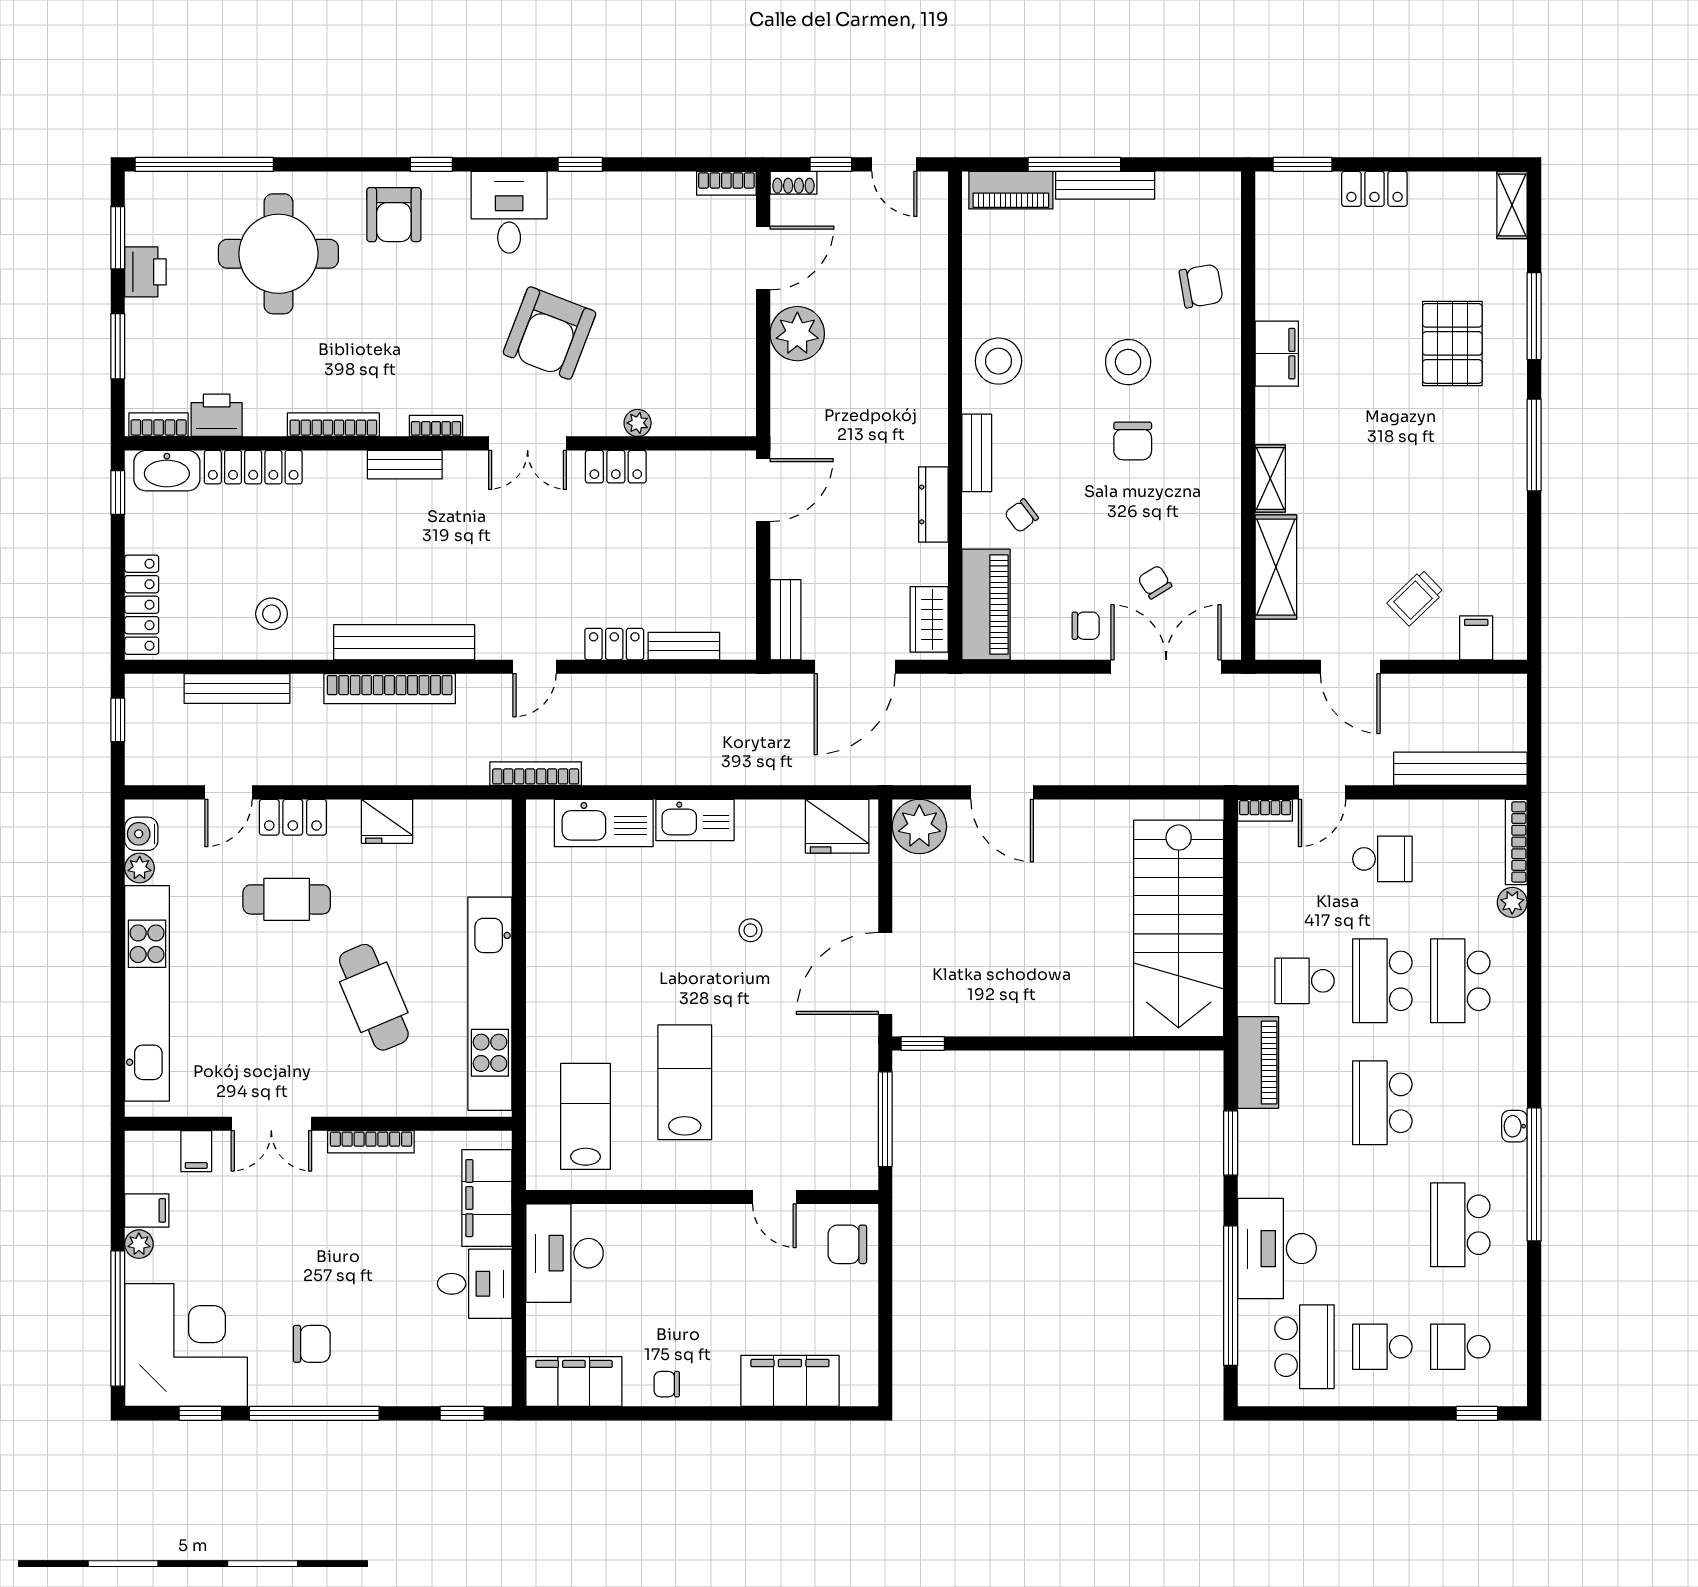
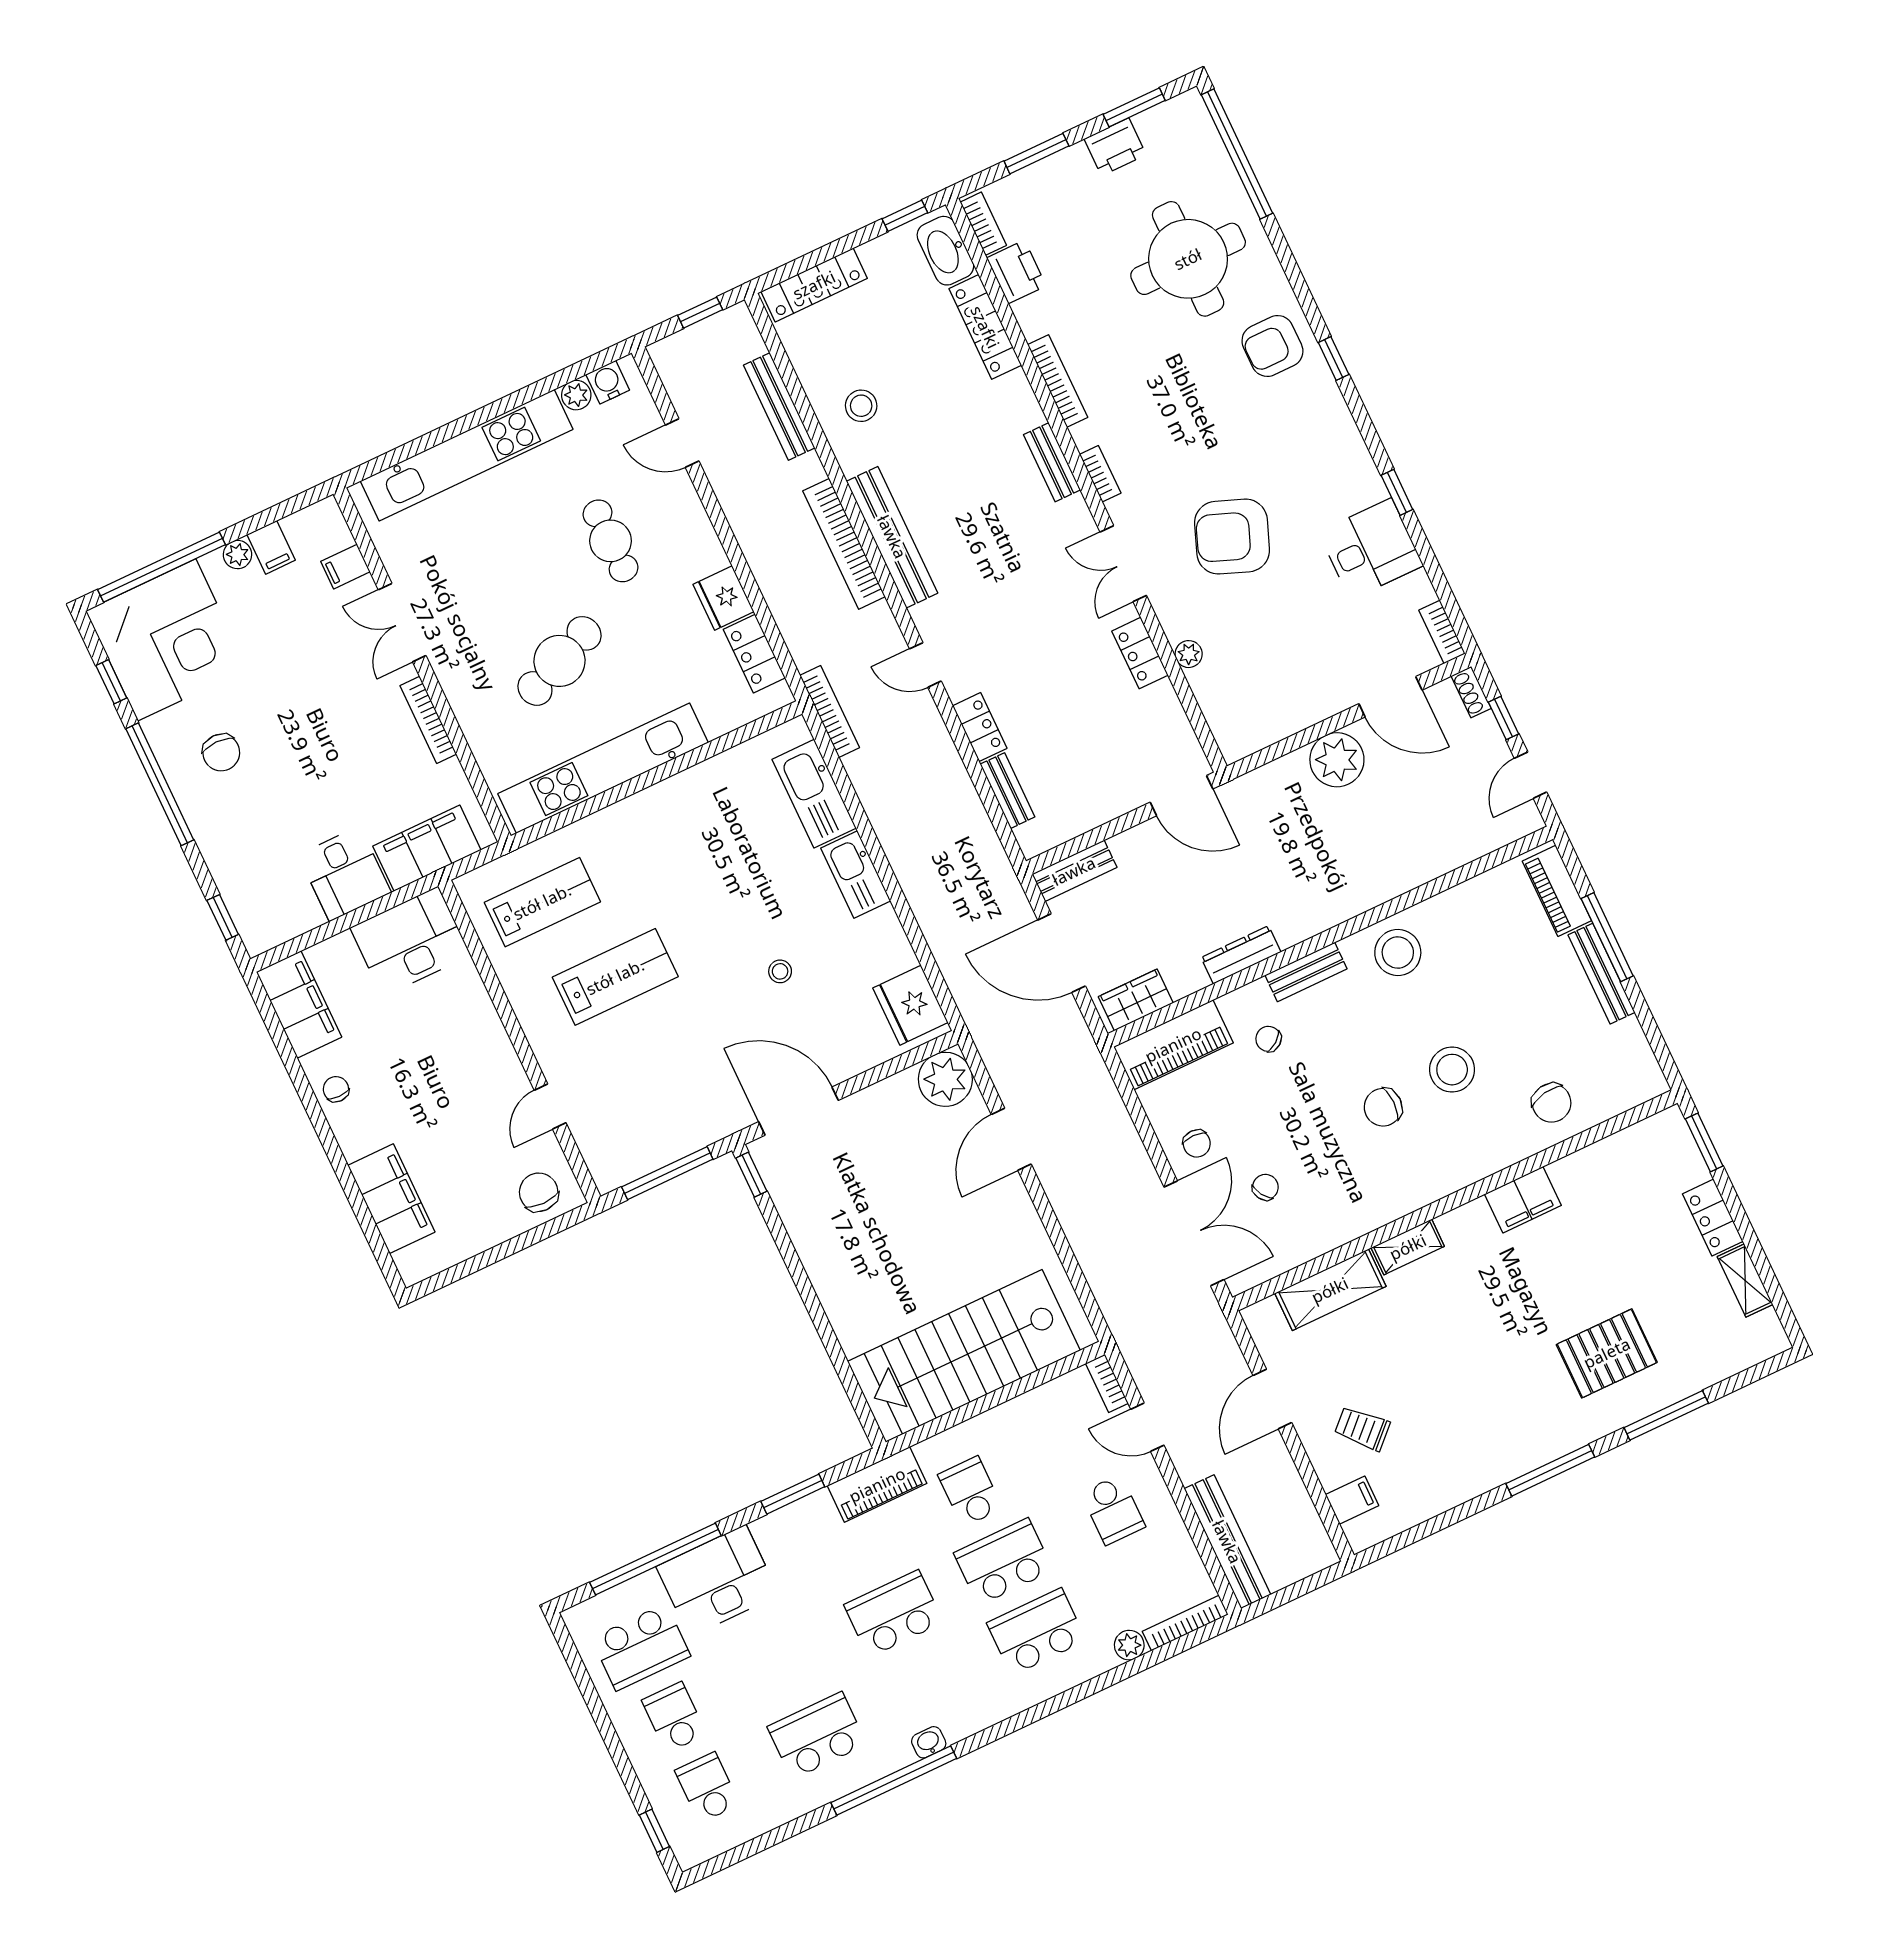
shelving: (1512, 205) -> (1745, 1280), moved, turned 90
desk: (509, 212) -> (1371, 549), moved
locker: (293, 817) -> (754, 654), moved

